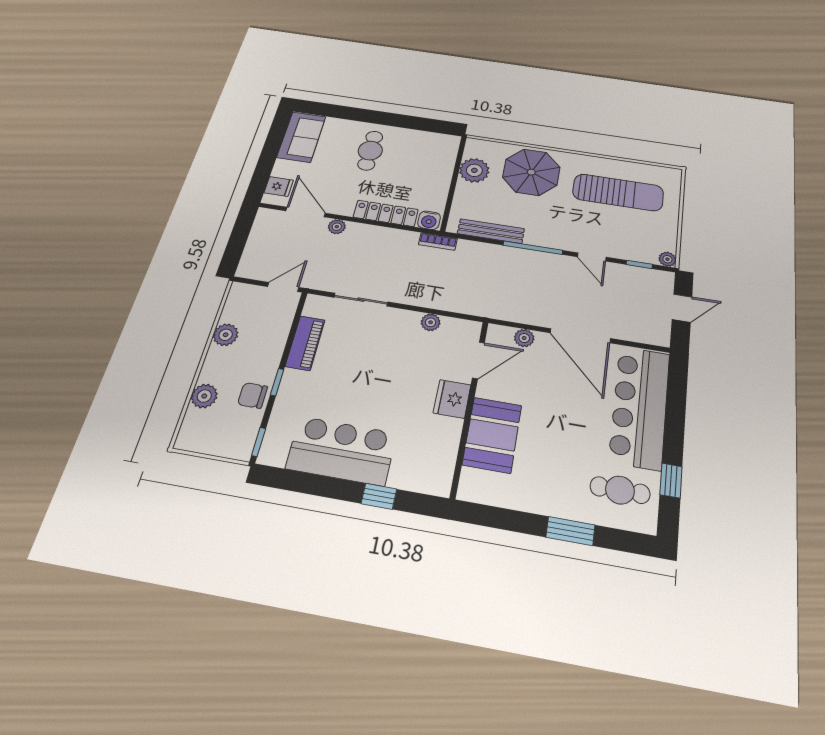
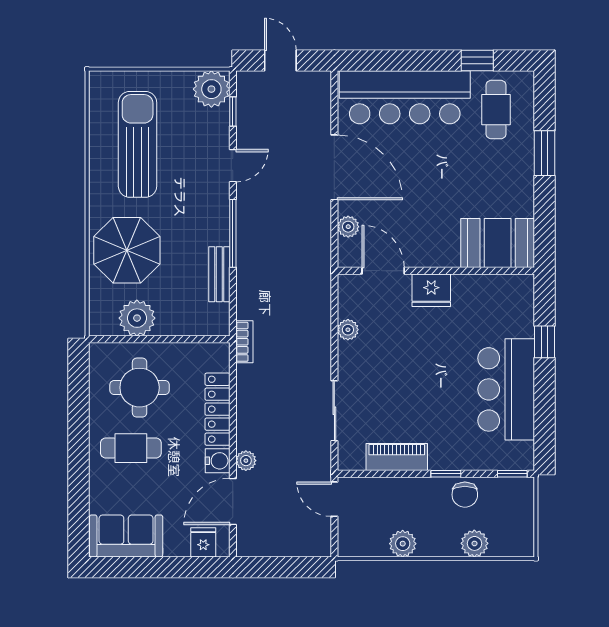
round table: (417, 163) -> (140, 388), added
water cooler: (429, 220) -> (218, 461), moved
bench: (491, 231) -> (219, 274), width x0.73
plant: (667, 259) -> (211, 89), width x1.87, depth x1.87
door: (580, 336) -> (334, 167), hinge flipped
booth: (492, 435) -> (498, 243), moved

